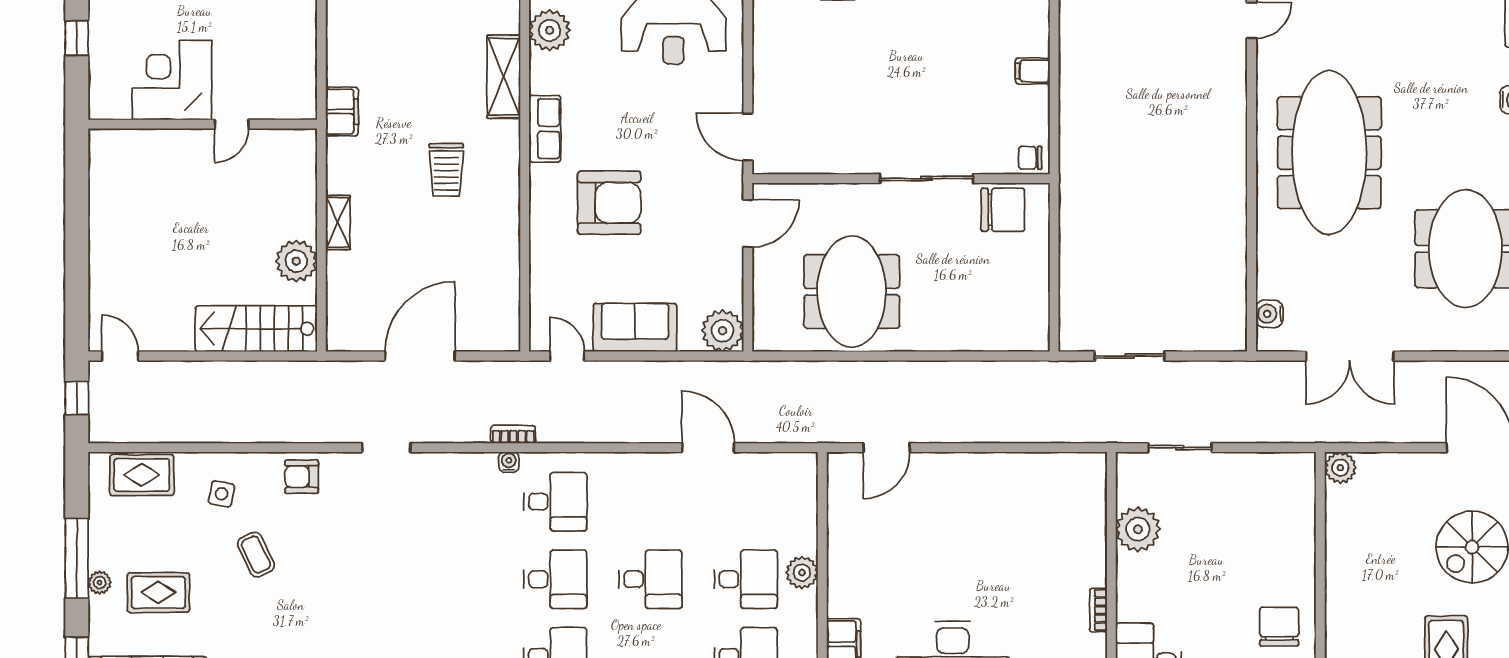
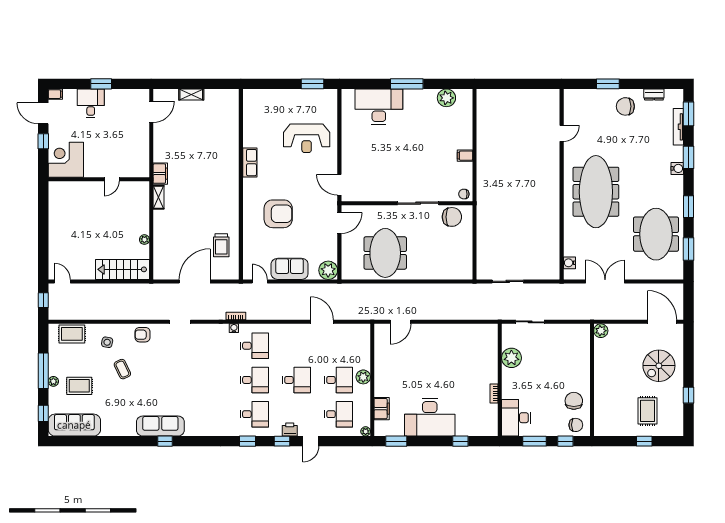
plant: (550, 30) -> (252, 138), removed
shelving: (504, 77) -> (232, 158), removed
corner desk: (172, 80) -> (66, 160), moved
row of seats: (545, 129) -> (250, 163), moved
trolley: (446, 170) -> (221, 245), moved
shelving: (338, 223) -> (158, 197), moved
plant: (296, 261) -> (144, 240), width x0.53, depth x0.53
double door: (1350, 356) -> (605, 281), swing flipped

